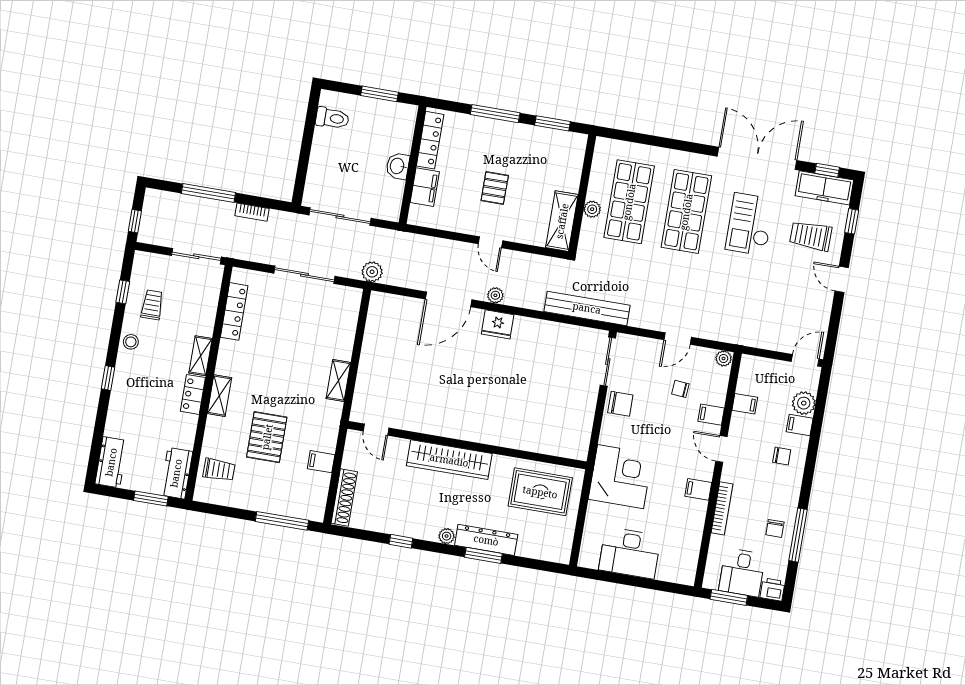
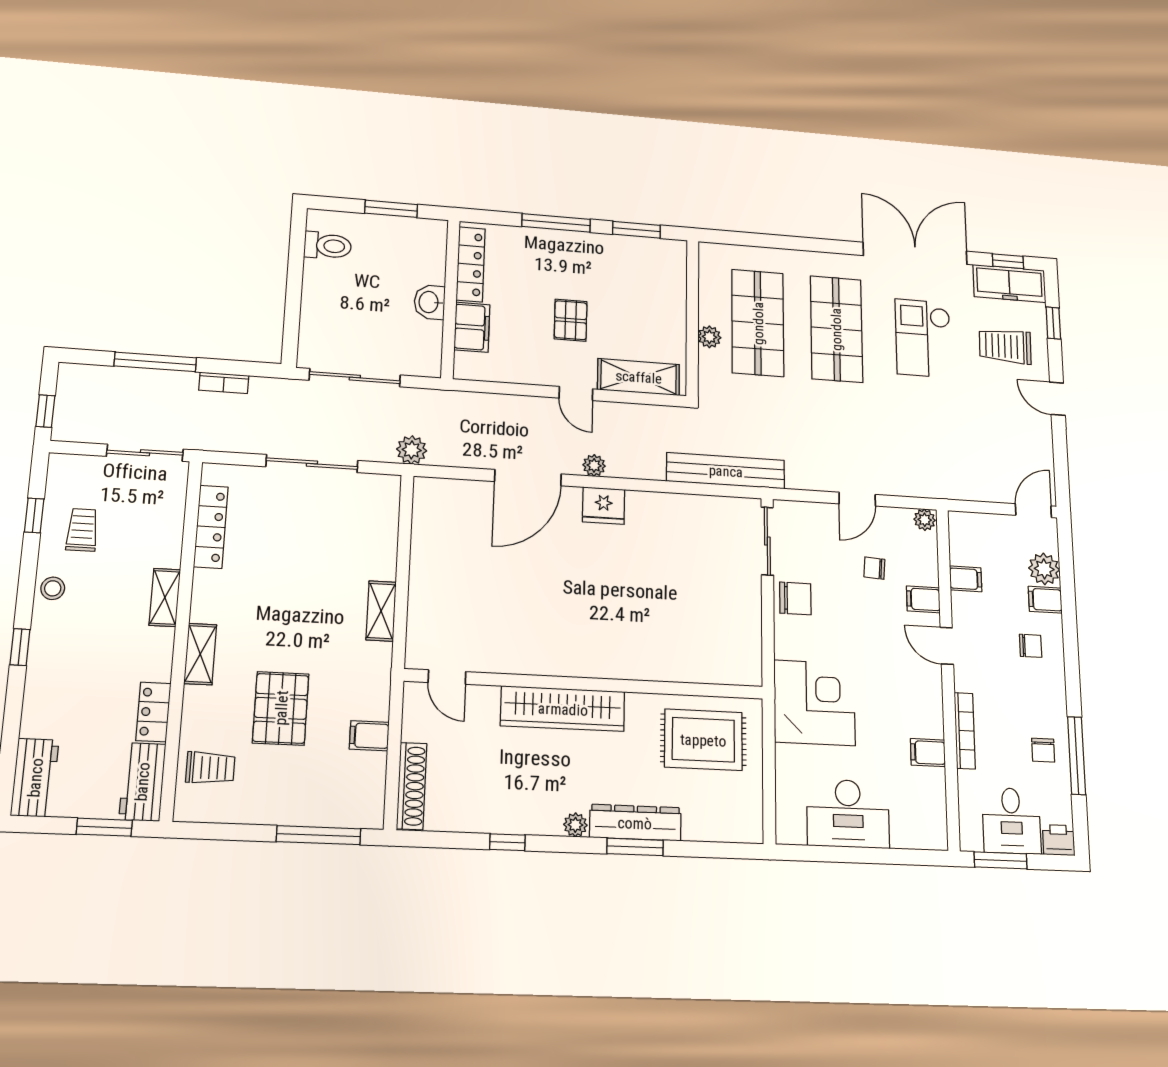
shelving: (562, 221) -> (639, 377), moved, turned 90
locker: (193, 394) -> (153, 712), moved
filing cabinet: (698, 489) -> (928, 753), moved

